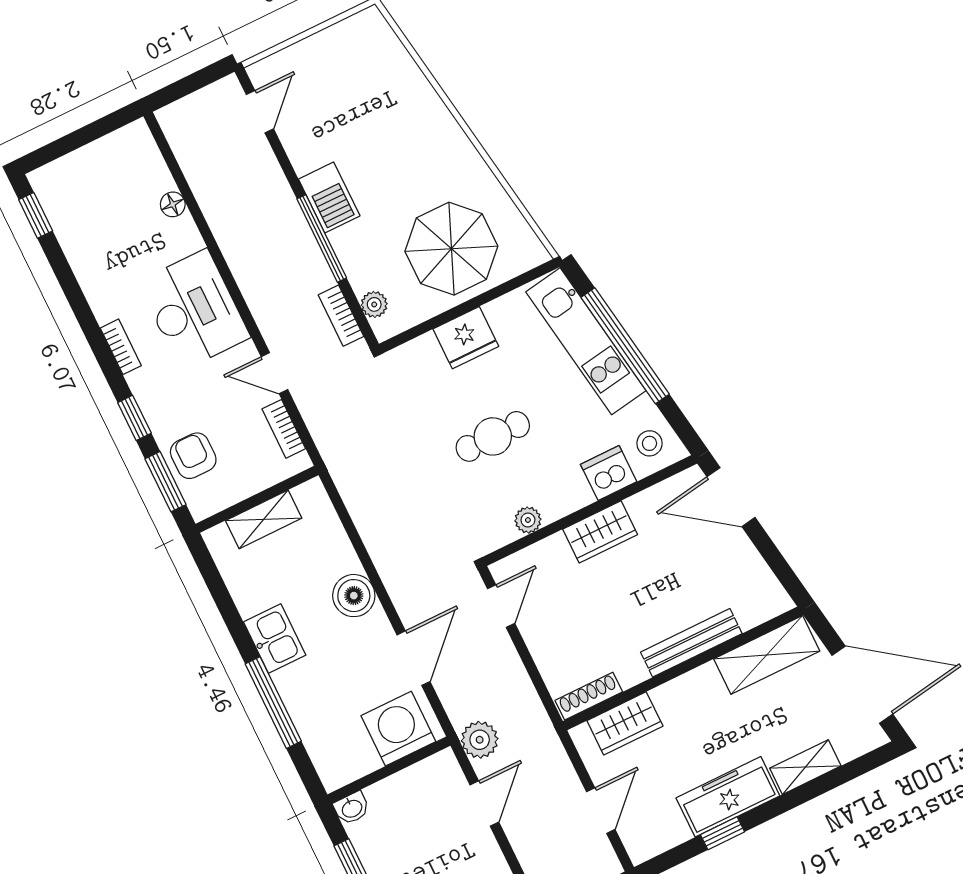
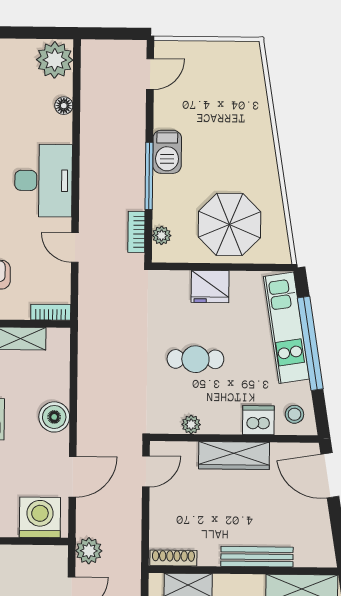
plant: (133, 153) -> (55, 60), added
bookcase: (284, 429) -> (51, 312), moved, turned 90
wardrobe: (600, 532) -> (234, 456), width x1.50

